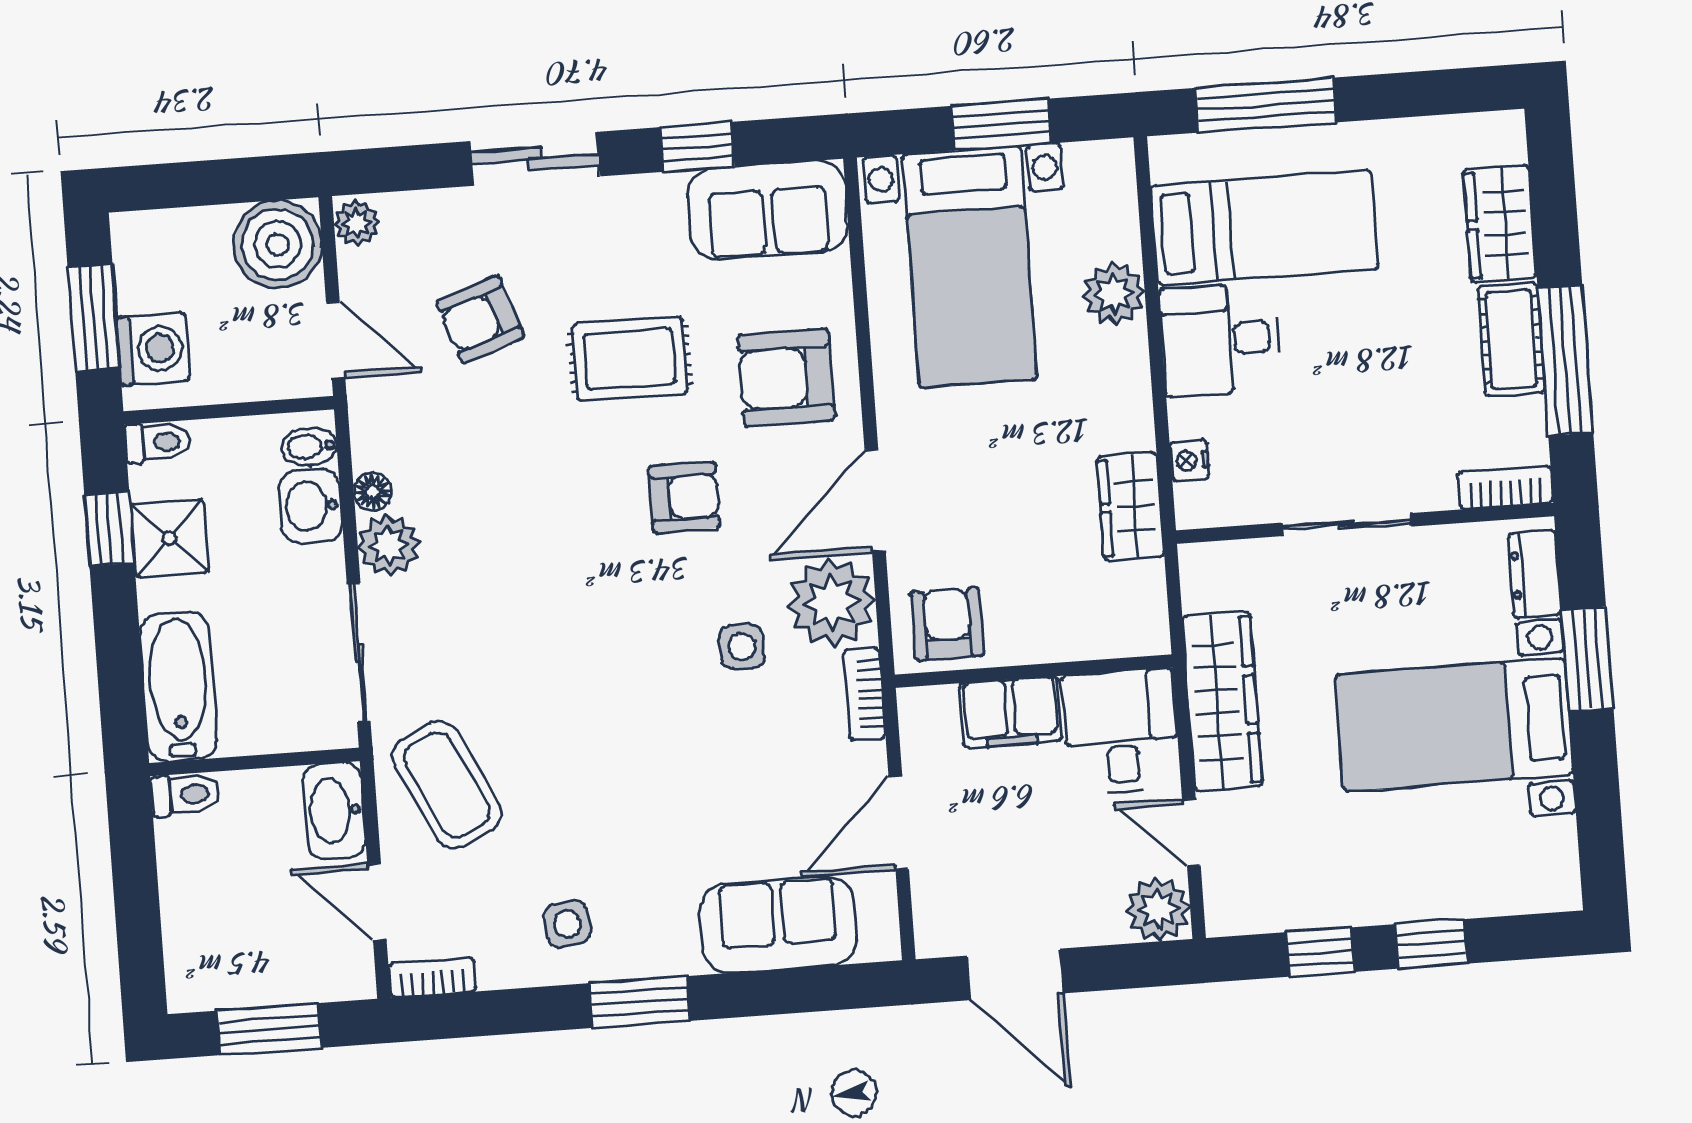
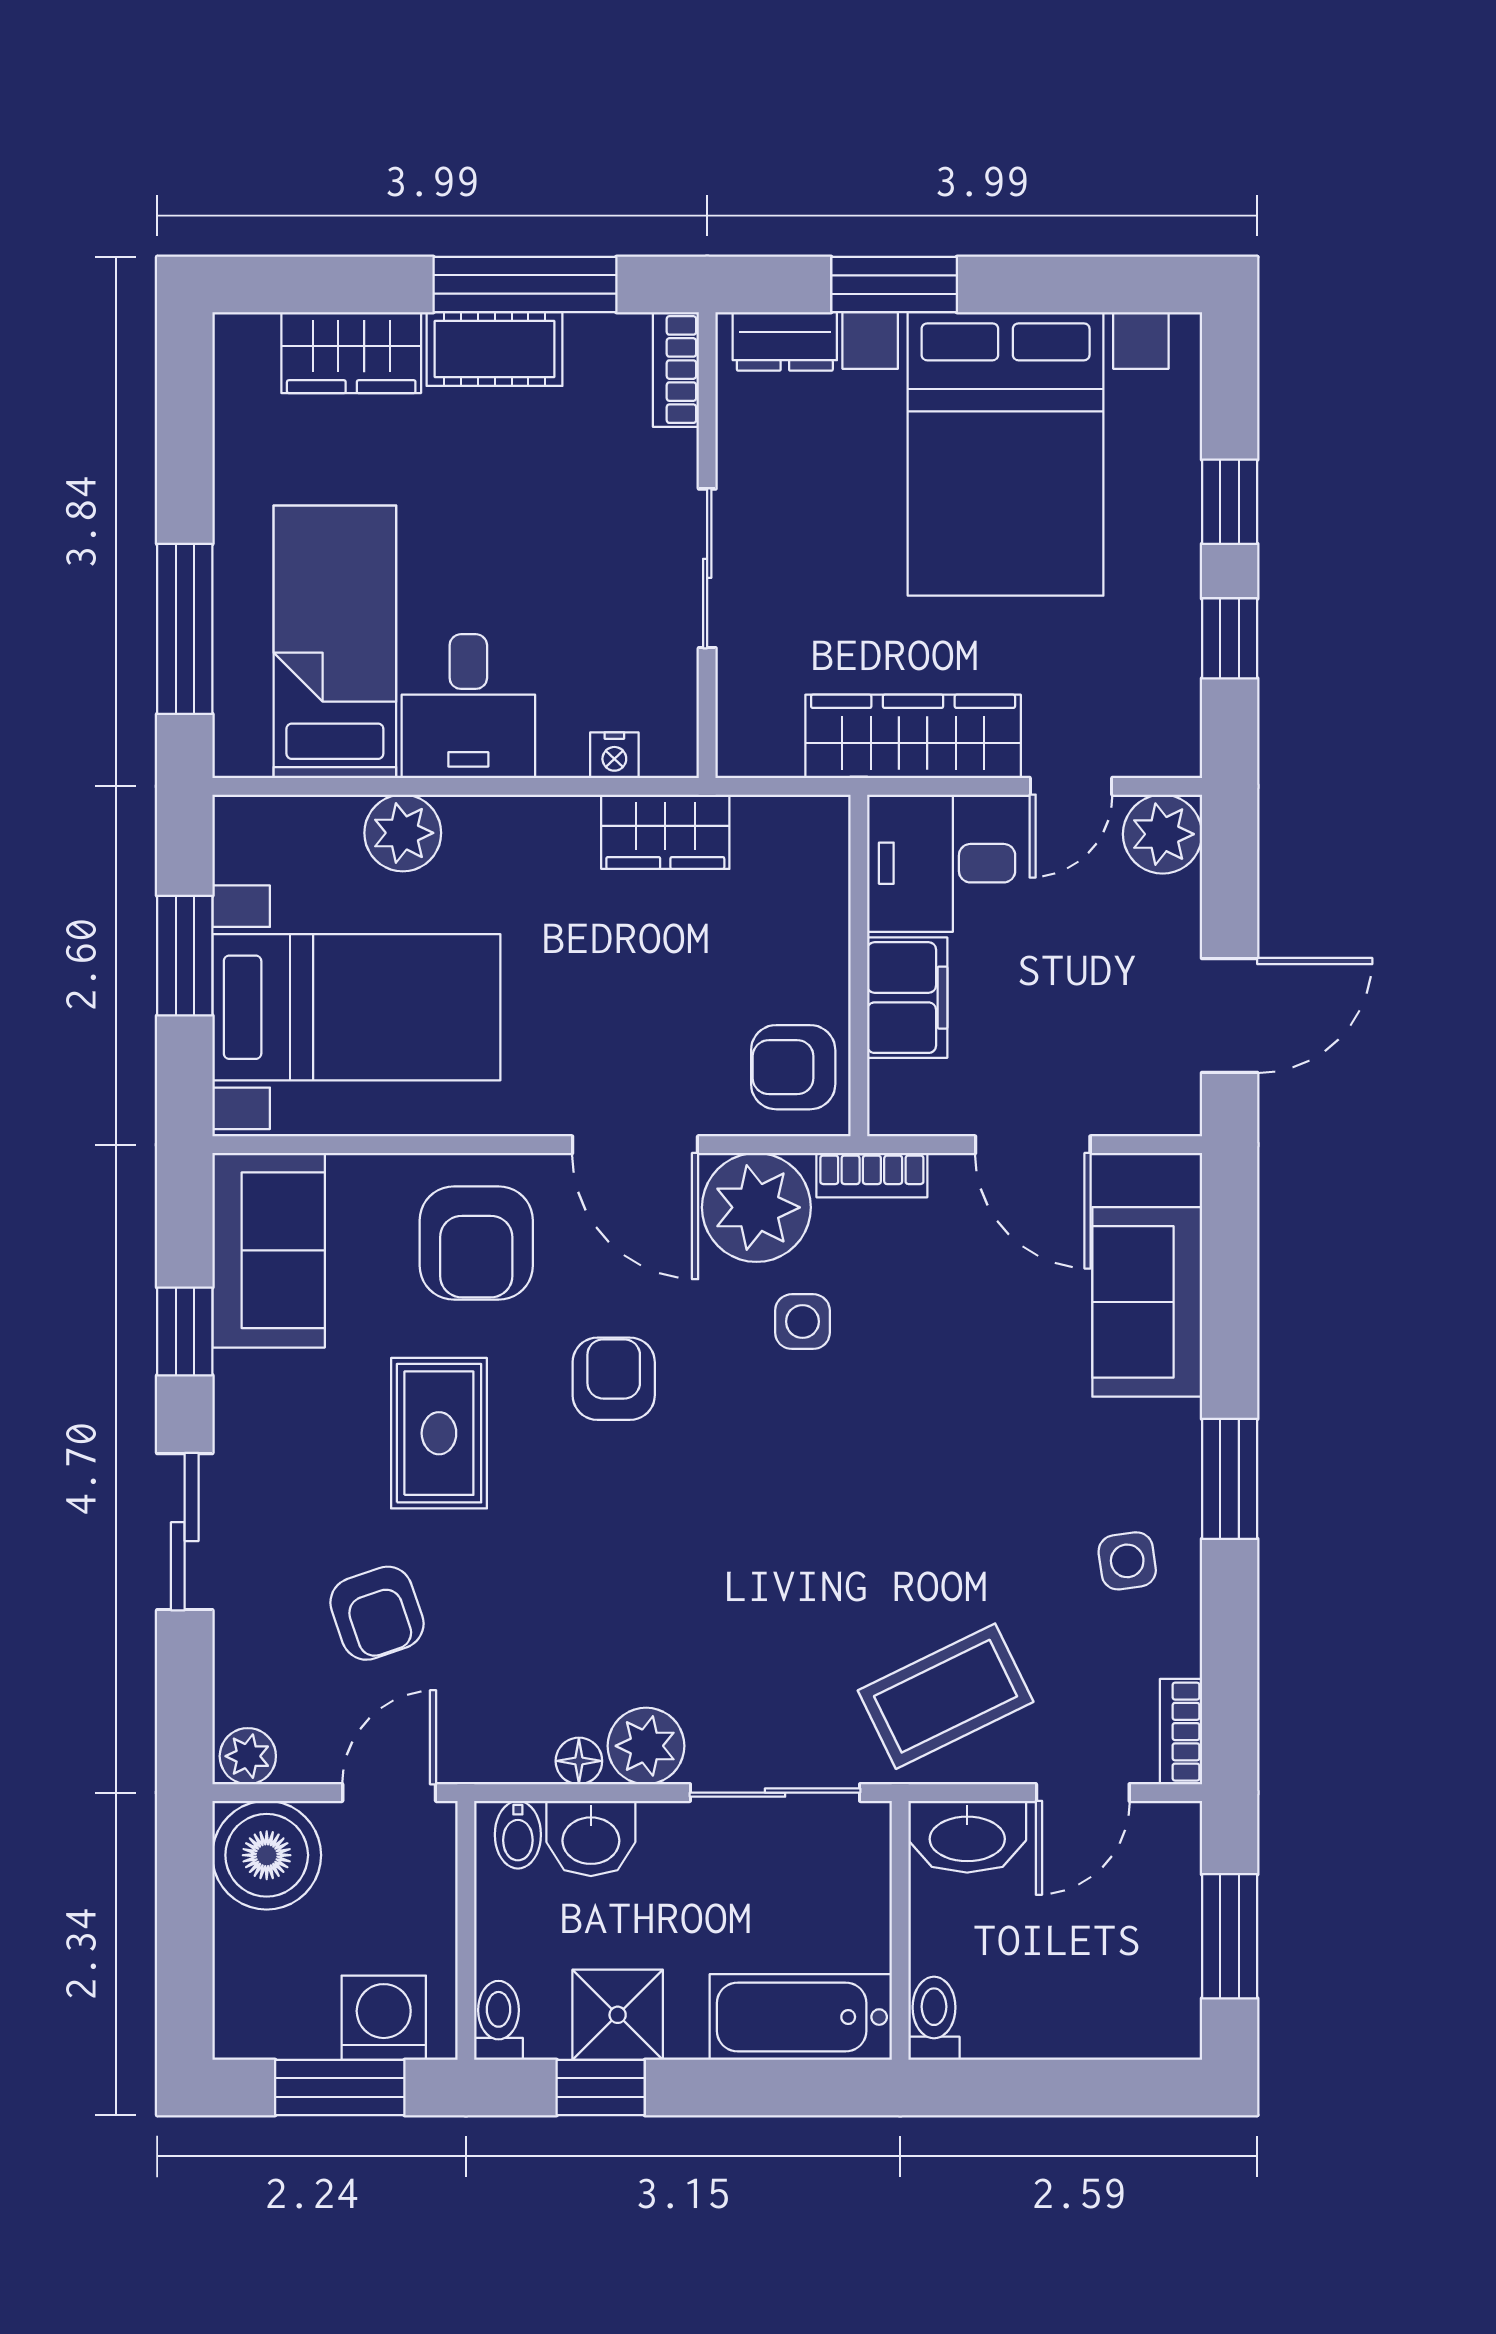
bed with nightstands: (1454, 725) -> (1006, 454), width x1.36

